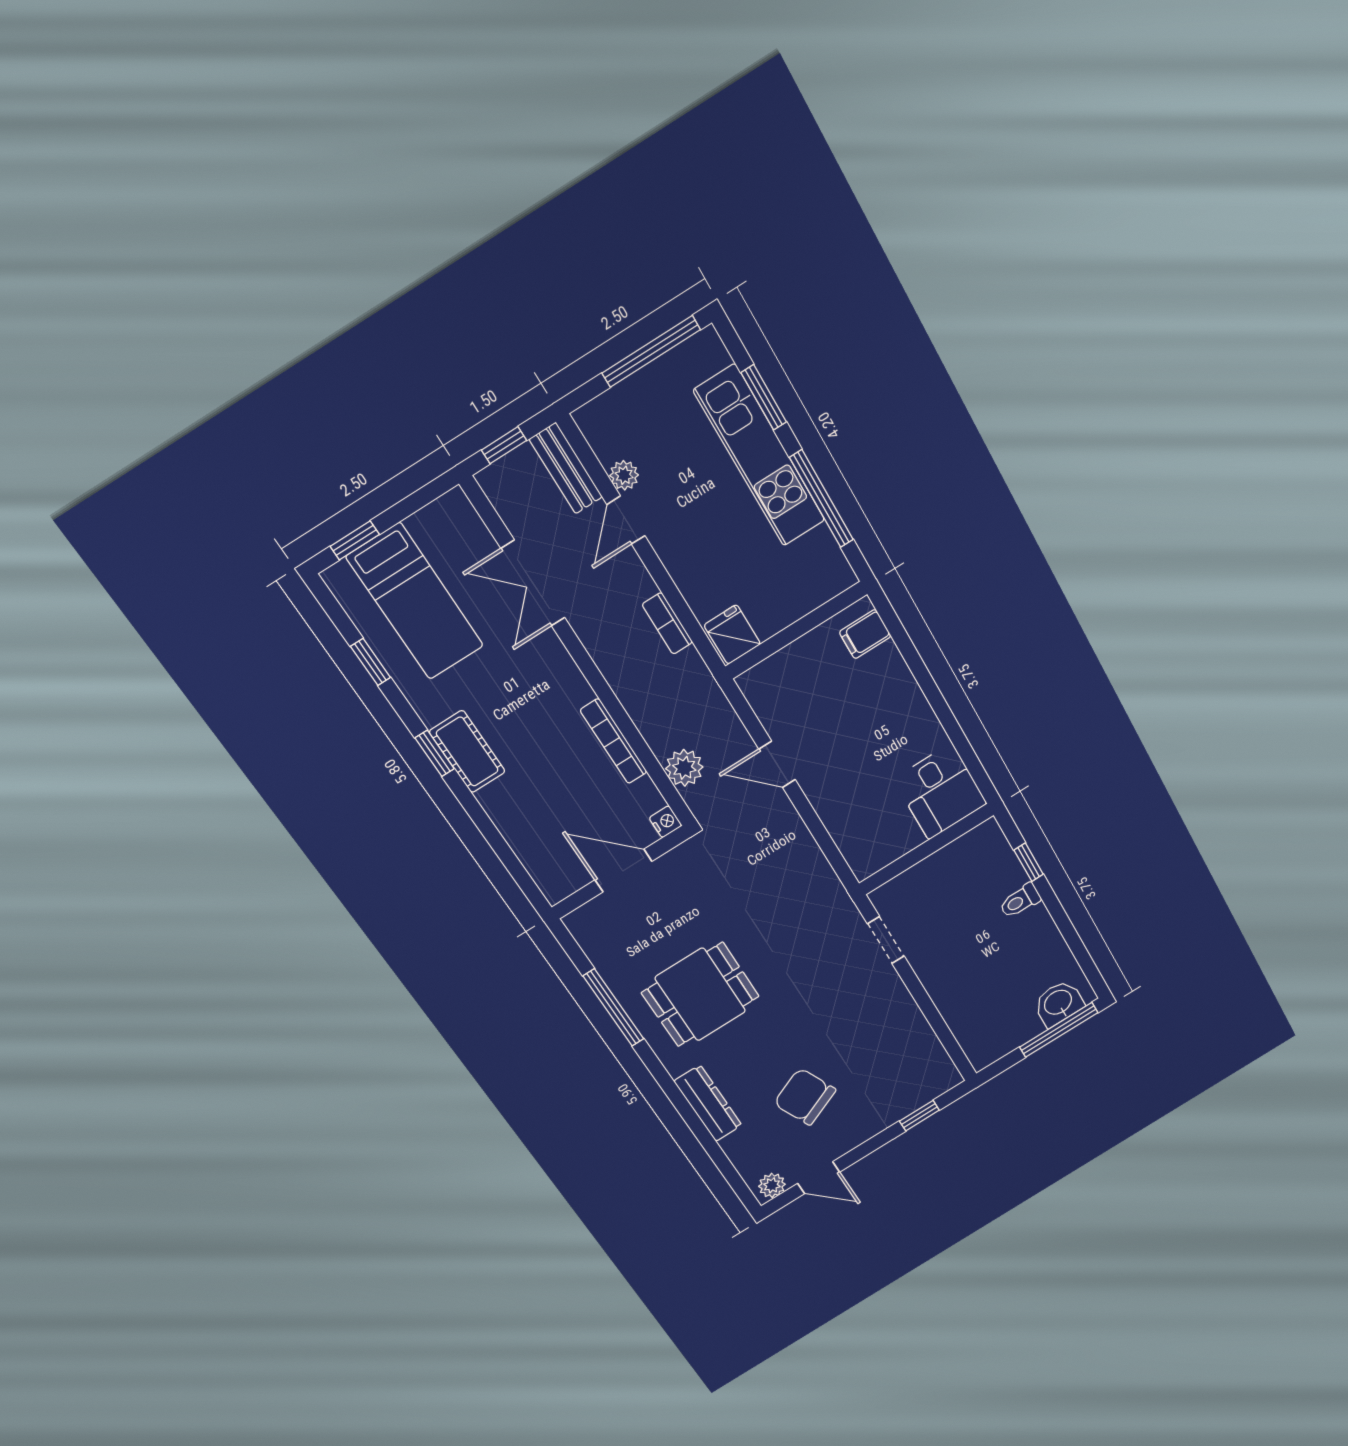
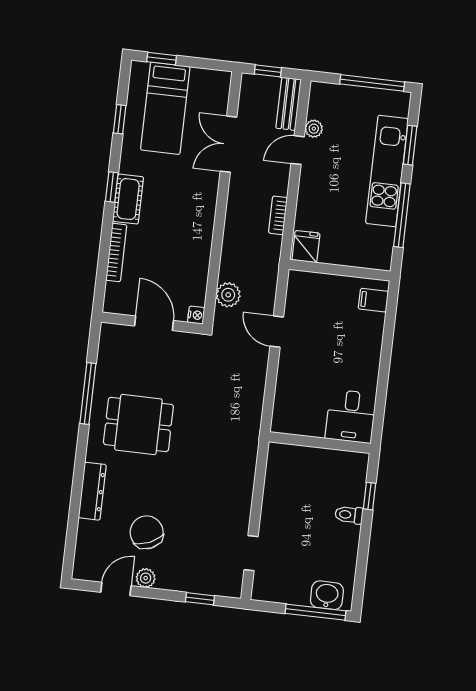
bookcase: (614, 741) -> (116, 253), moved, turned 180
doorway: (886, 940) -> (251, 553), moved
door: (819, 1178) -> (116, 589), swing flipped
plant: (772, 1185) -> (146, 578), moved

